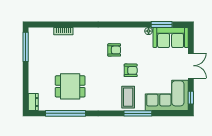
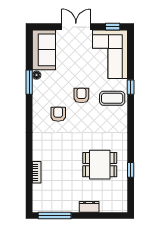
window: (162, 25) -> (29, 82), moved
dining table: (70, 86) -> (100, 165), turned 90
dresser: (33, 102) -> (89, 207), moved
window: (65, 113) -> (131, 170), width x0.32
window: (138, 113) -> (131, 87), width x0.46

